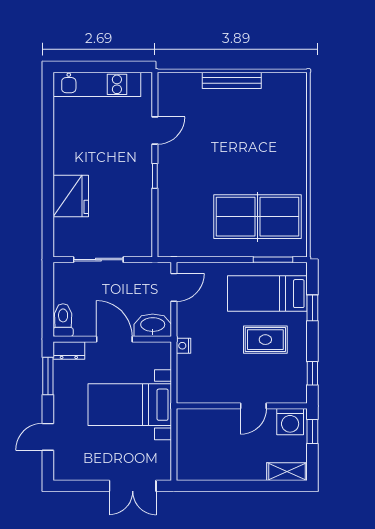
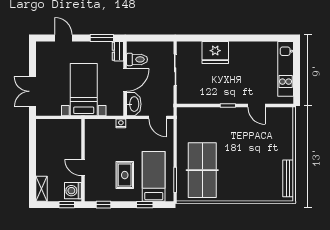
bench: (232, 80) -> (288, 178), moved
toilet: (63, 320) -> (137, 59), moved

